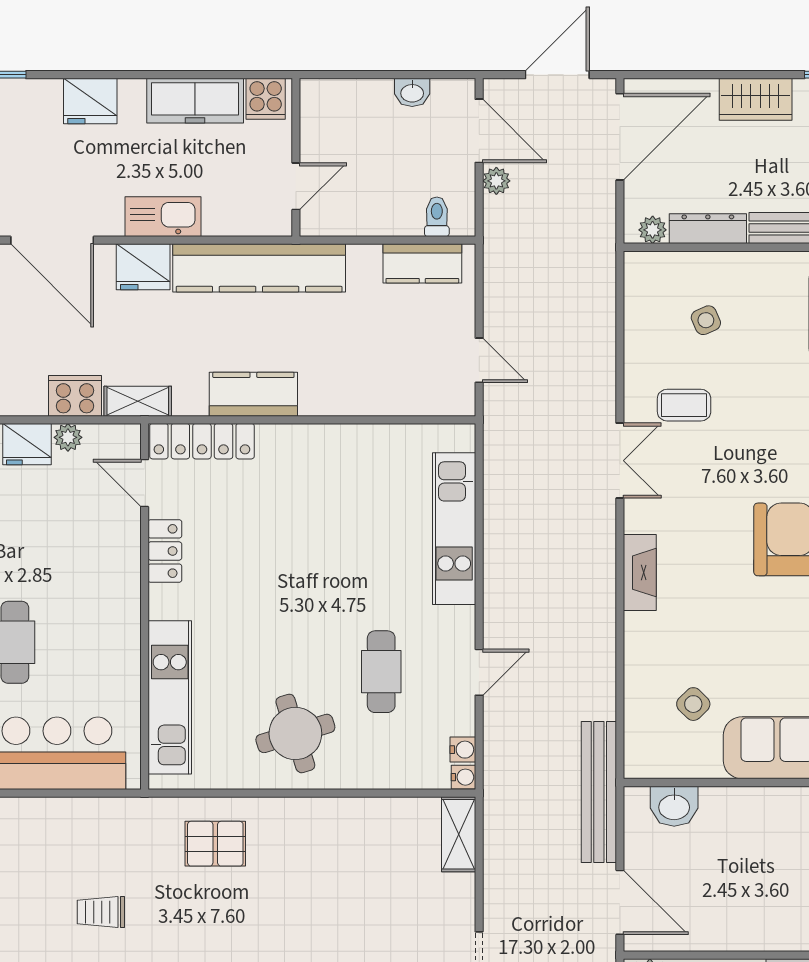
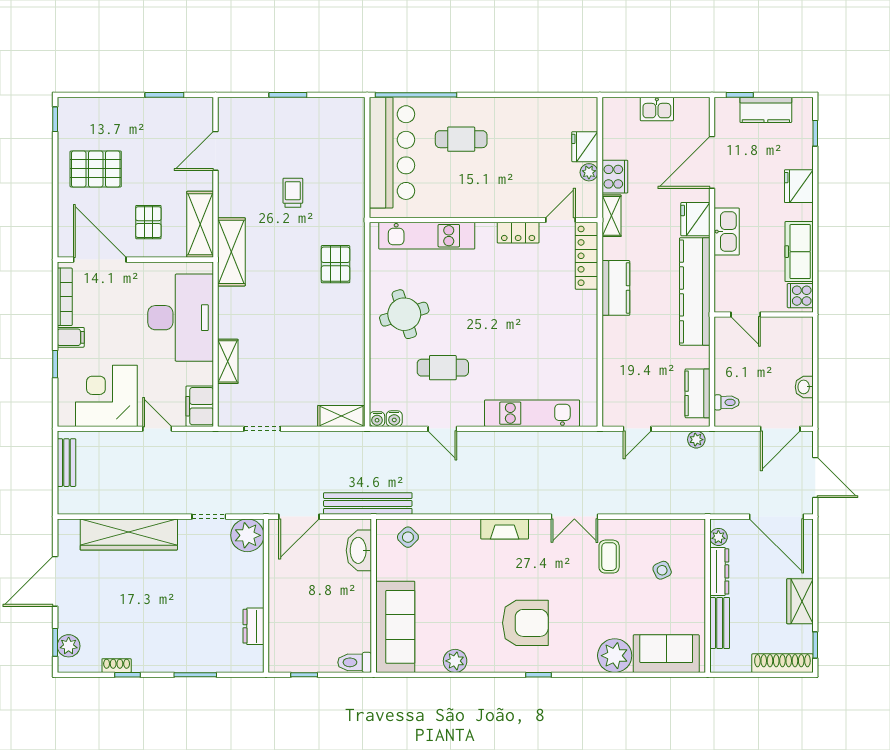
plant: (496, 181) -> (696, 440), moved
side table: (693, 704) -> (408, 537), moved
washbasin: (674, 806) -> (359, 550), width x1.38

